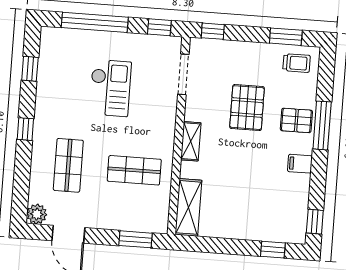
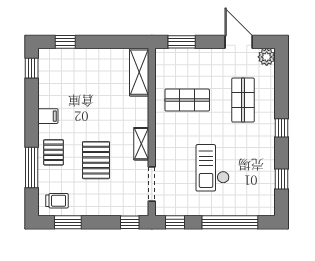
trolley: (297, 63) -> (57, 201), turned 180
pallet: (296, 120) -> (54, 152), turned 90
window: (322, 125) -> (32, 167), moved
shelving: (191, 141) -> (141, 144), moved

